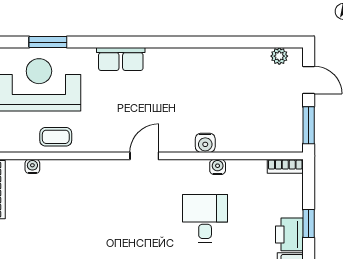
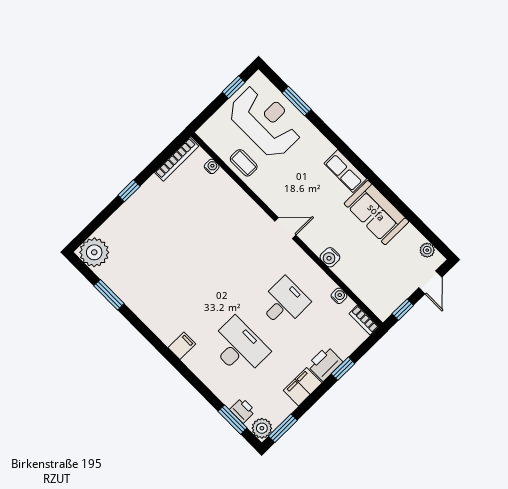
row of seats: (121, 59) -> (345, 171), moved
sofa: (206, 67) -> (376, 213), added
window: (309, 125) -> (403, 310), width x0.67
water cooler: (218, 167) -> (339, 296), moved

